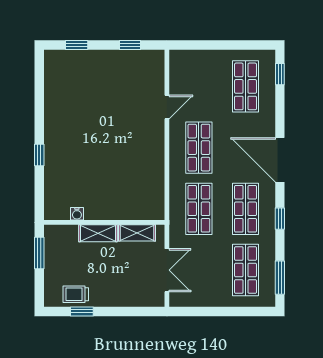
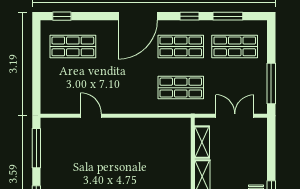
window: (130, 45) -> (36, 148), width x2.17
shop shelf: (199, 148) -> (127, 88), removed
window: (280, 278) -> (228, 16), moved
window: (203, 311) -> (271, 83), added

